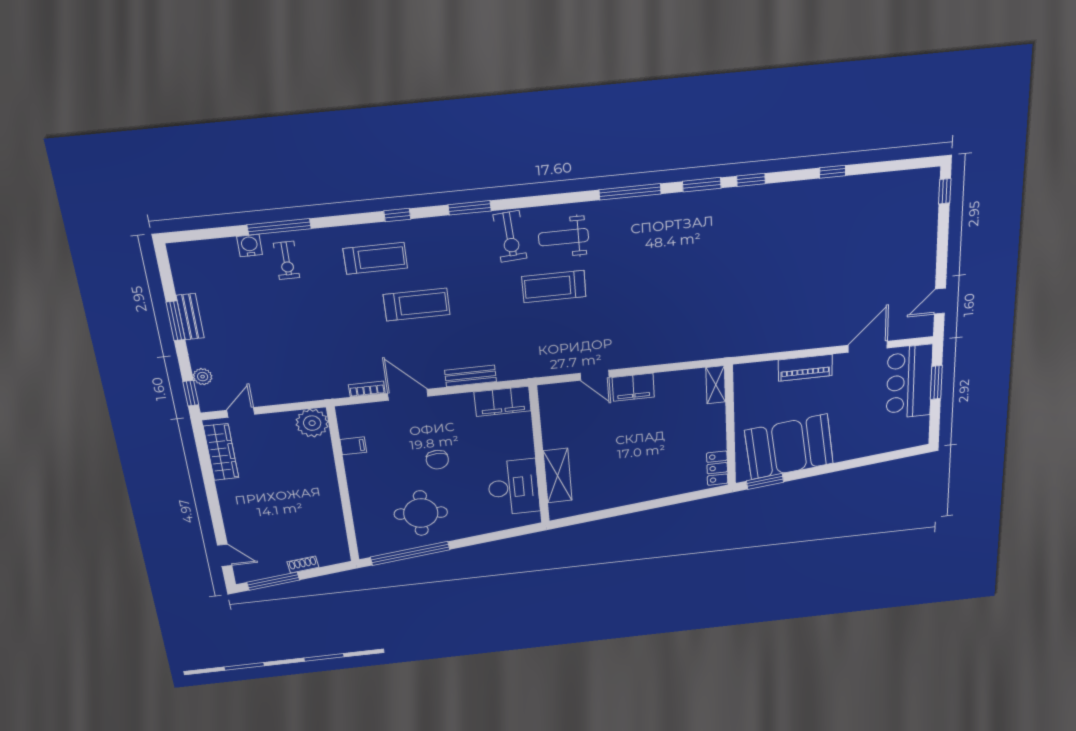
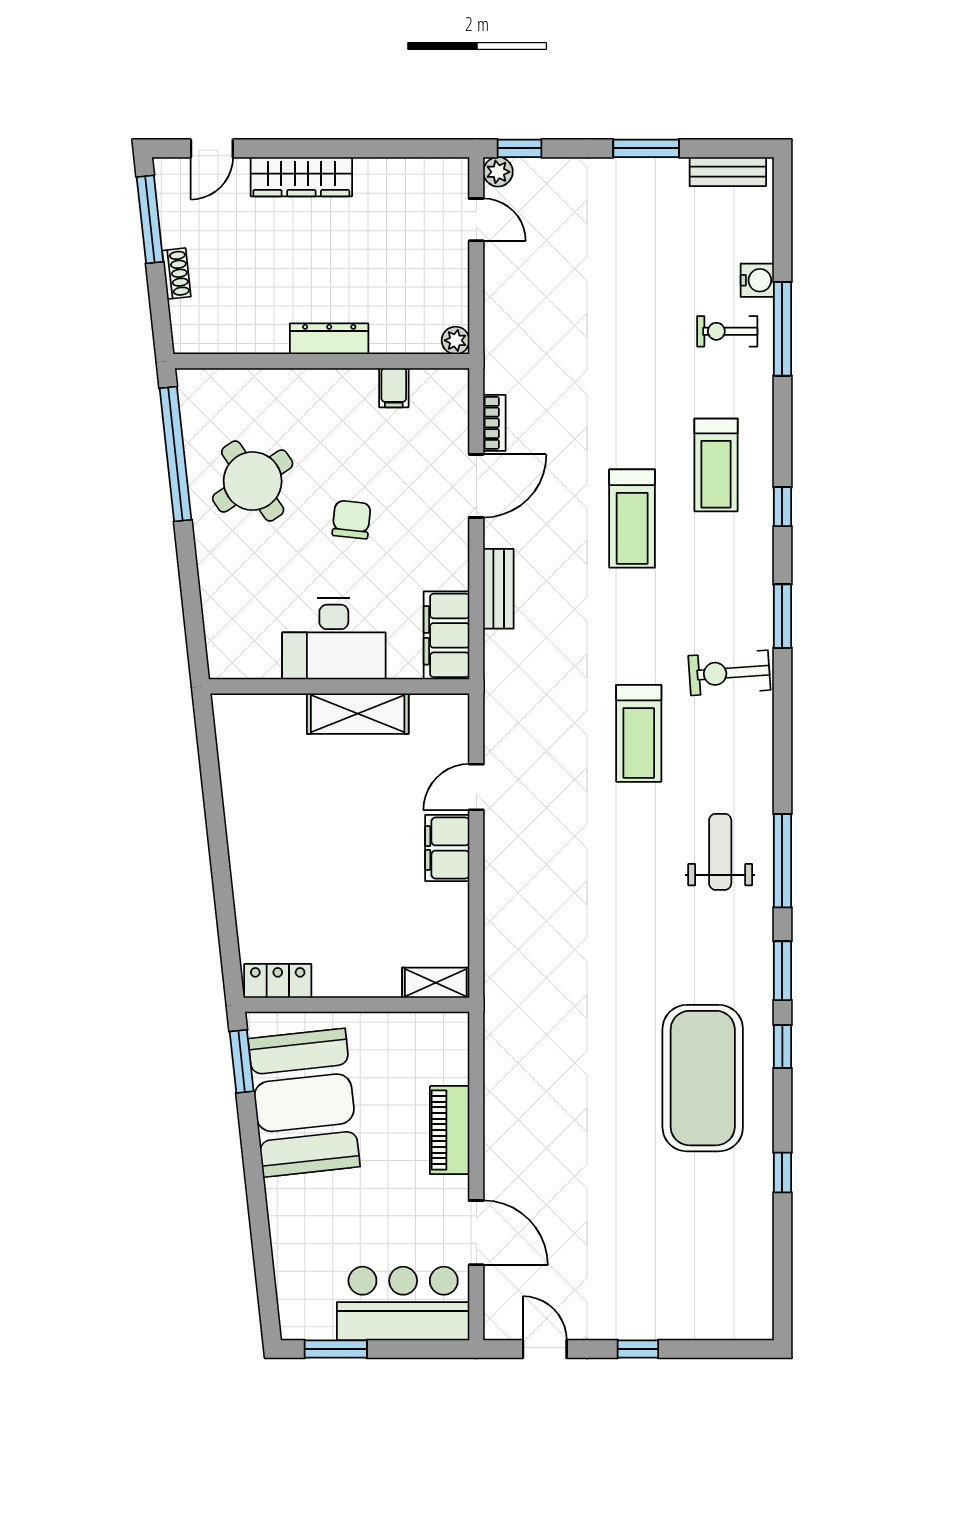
window: (945, 191) -> (638, 1349), moved
exercise mat: (772, 226) -> (703, 1078), added
weight bench: (564, 237) -> (720, 852), moved
treadmill: (554, 287) -> (639, 733), turned 180
bench: (190, 317) -> (728, 172), moved
plant: (203, 377) -> (498, 172), moved
window: (936, 382) -> (336, 1349), moved
plant: (312, 423) -> (456, 340), width x0.53, depth x0.53
wardrobe: (221, 452) -> (301, 177), moved
chair: (437, 460) -> (352, 520), turned 96
shelving: (558, 476) -> (358, 714), moved
dresser: (329, 483) -> (329, 339), added
desk: (513, 487) -> (334, 639), moved
round table: (421, 513) -> (253, 481), turned -38

